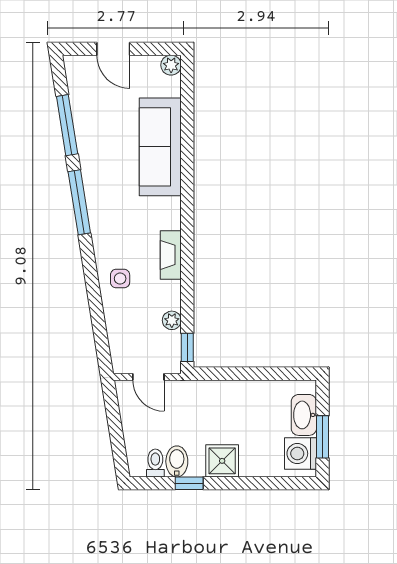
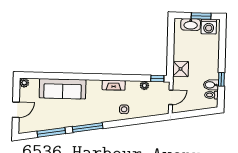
shower: (222, 461) -> (181, 69), moved

